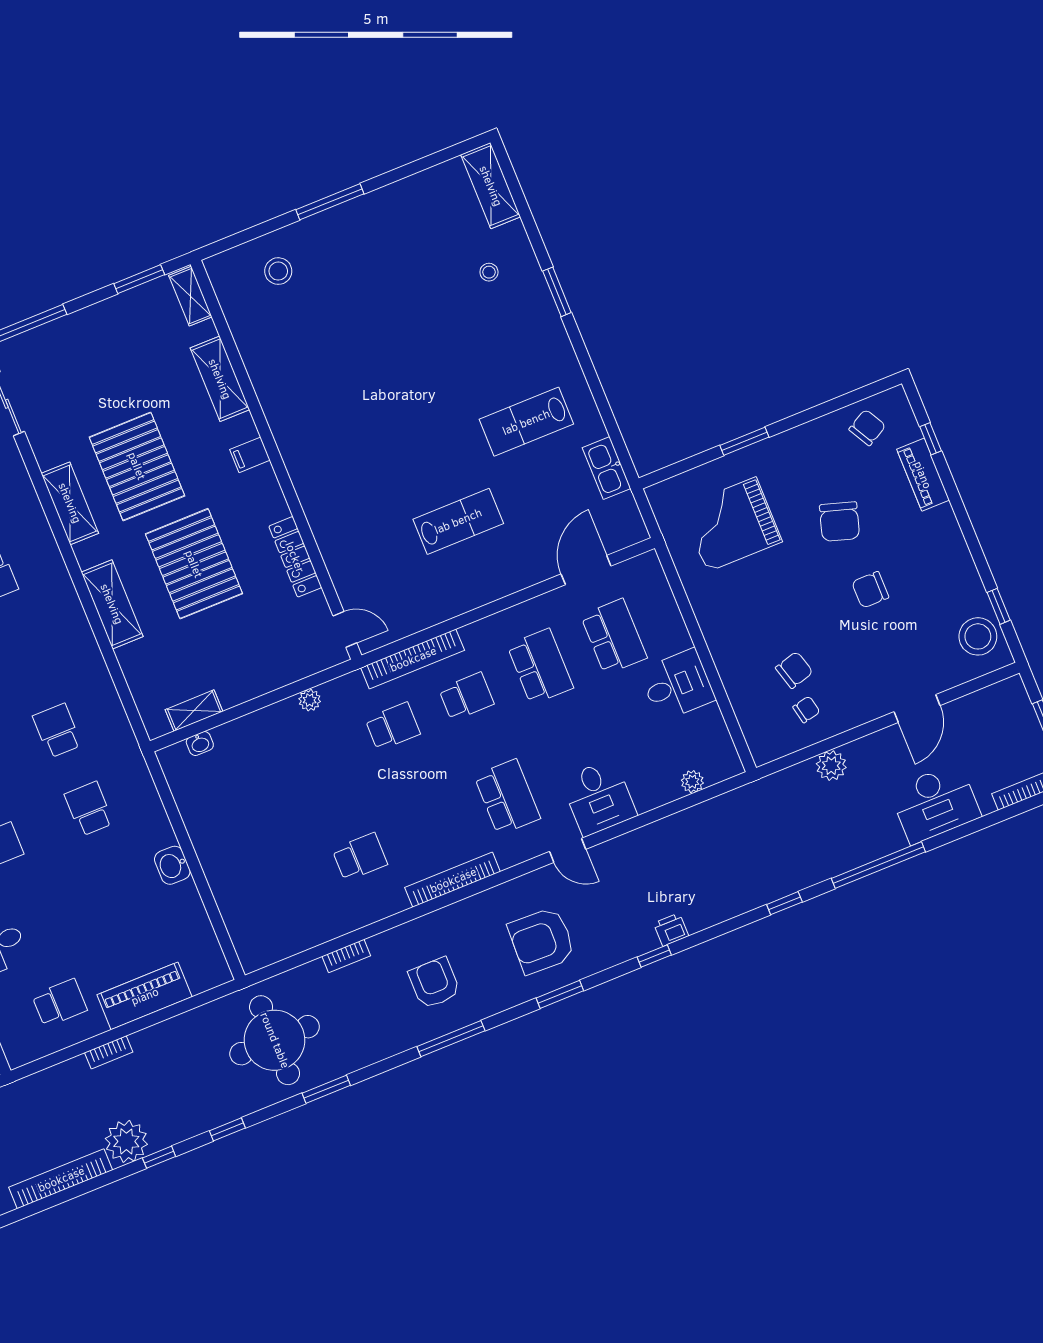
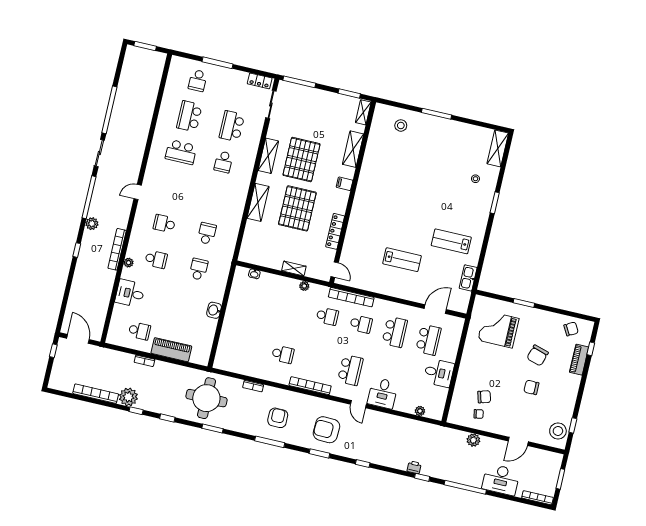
shelving: (194, 711) -> (294, 268), moved
printer: (671, 930) -> (414, 467), moved

